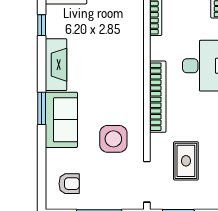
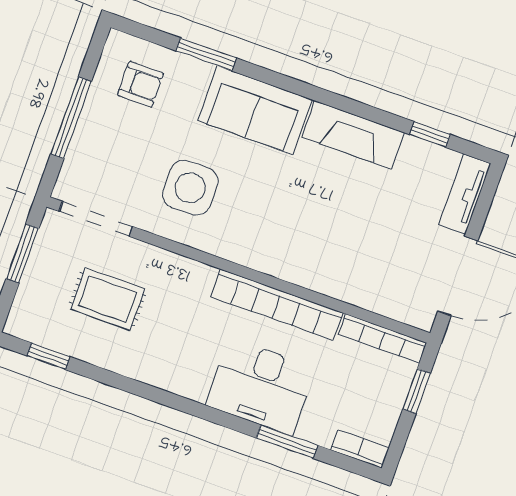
bookcase: (158, 97) -> (277, 305), moved
window: (42, 108) -> (206, 54), moved
armchair: (69, 184) -> (141, 84), turned -90

